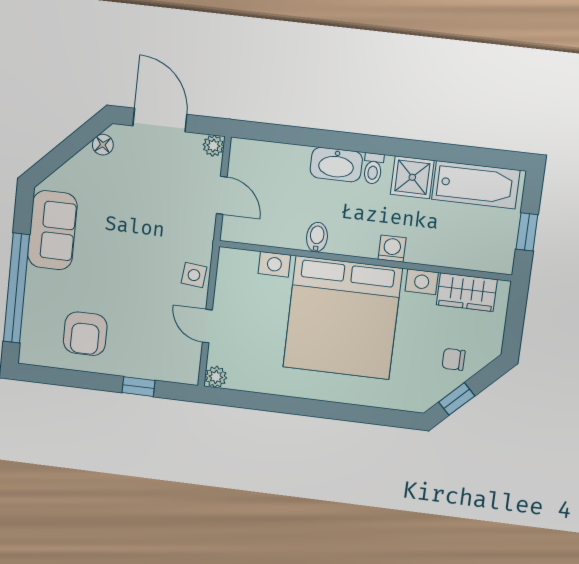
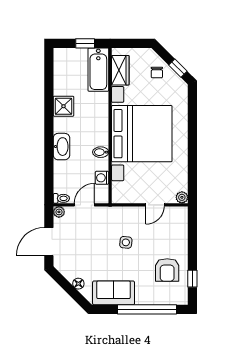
floor lamp: (103, 145) -> (78, 284), moved
toilet: (373, 169) -> (61, 198), moved
bathtub: (476, 185) -> (98, 70), moved, turned 180
washing machine: (392, 249) -> (102, 178), moved
side table: (194, 275) -> (126, 242), moved
armchair: (85, 334) -> (167, 270), turned 90
window: (139, 387) -> (192, 279), moved

